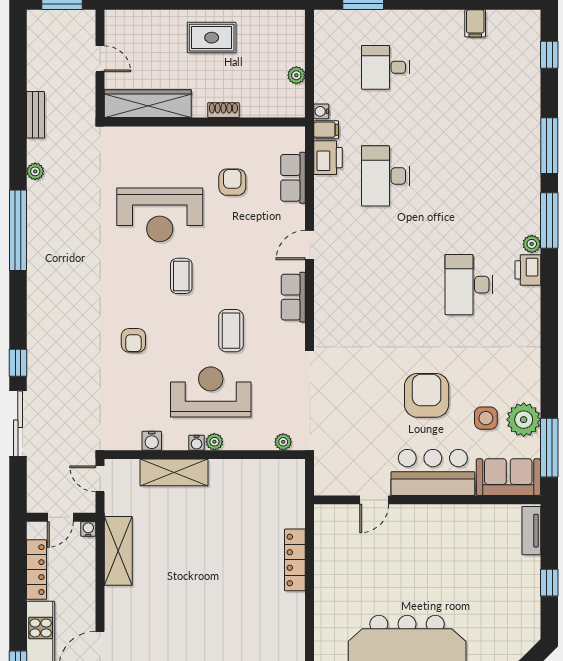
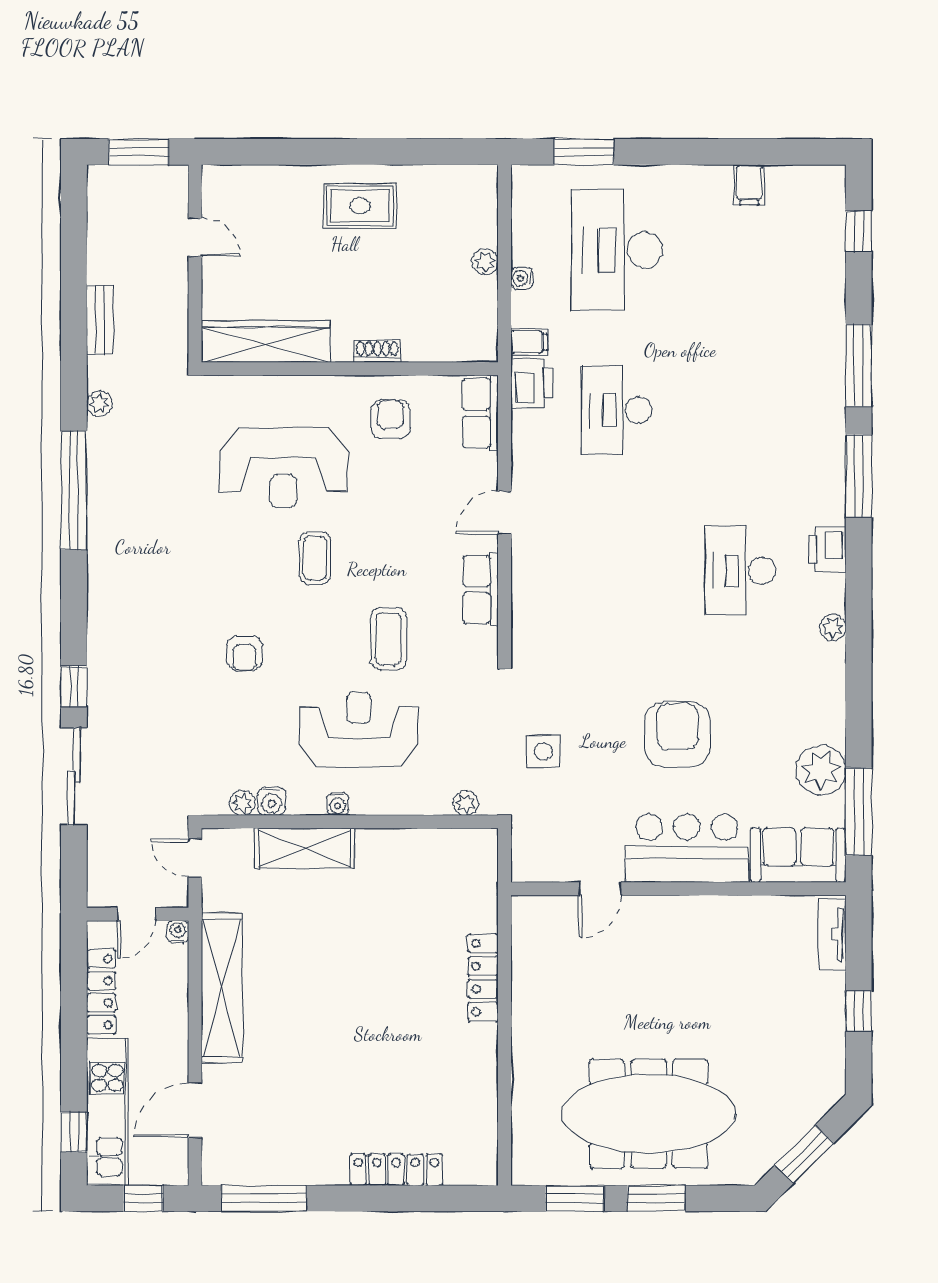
desk: (385, 67) -> (617, 250), width x1.87, depth x1.30
wardrobe: (148, 104) -> (266, 342), moved
shoe rack: (223, 110) -> (377, 351), moved
water cooler: (321, 111) -> (522, 278), moved
wall: (205, 122) -> (350, 369), moved
plant: (532, 244) -> (833, 627), moved
side table: (486, 418) -> (543, 752), moved
plant: (214, 442) -> (242, 803), moved
shelving: (118, 551) -> (222, 988), width x1.47

